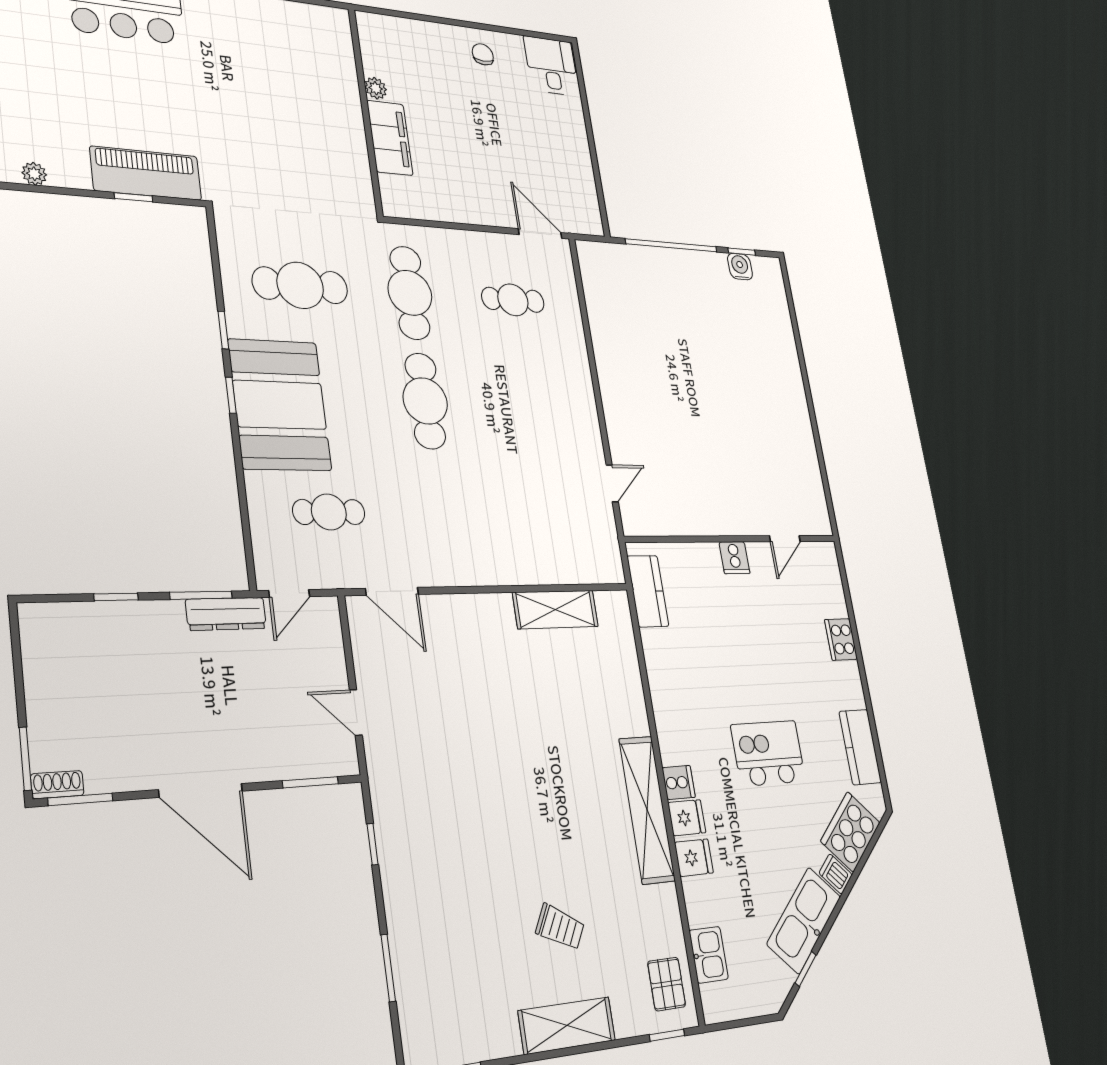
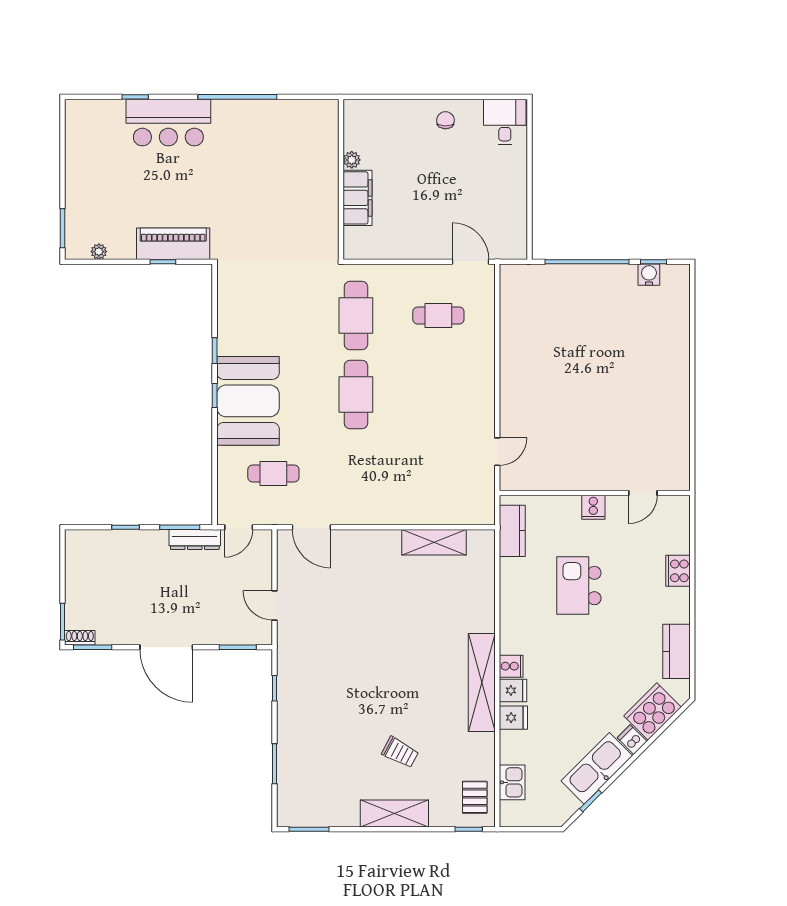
cafe table: (300, 285) -> (273, 316), removed
kitchen island: (768, 753) -> (579, 586), moved, turned -90

